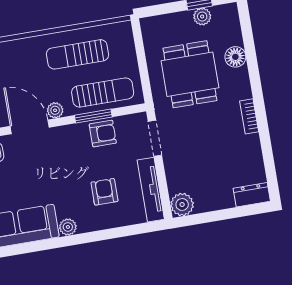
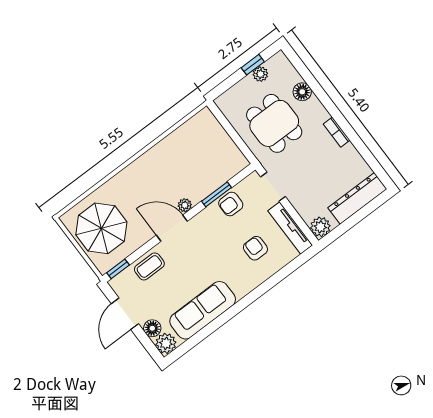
sun lounger: (78, 54) -> (180, 153), removed
sun lounger: (103, 93) -> (214, 172), removed
armchair: (103, 134) -> (231, 204), turned 180
dresser: (252, 195) -> (357, 198), width x1.96, depth x1.24
plant: (68, 227) -> (241, 290), removed

